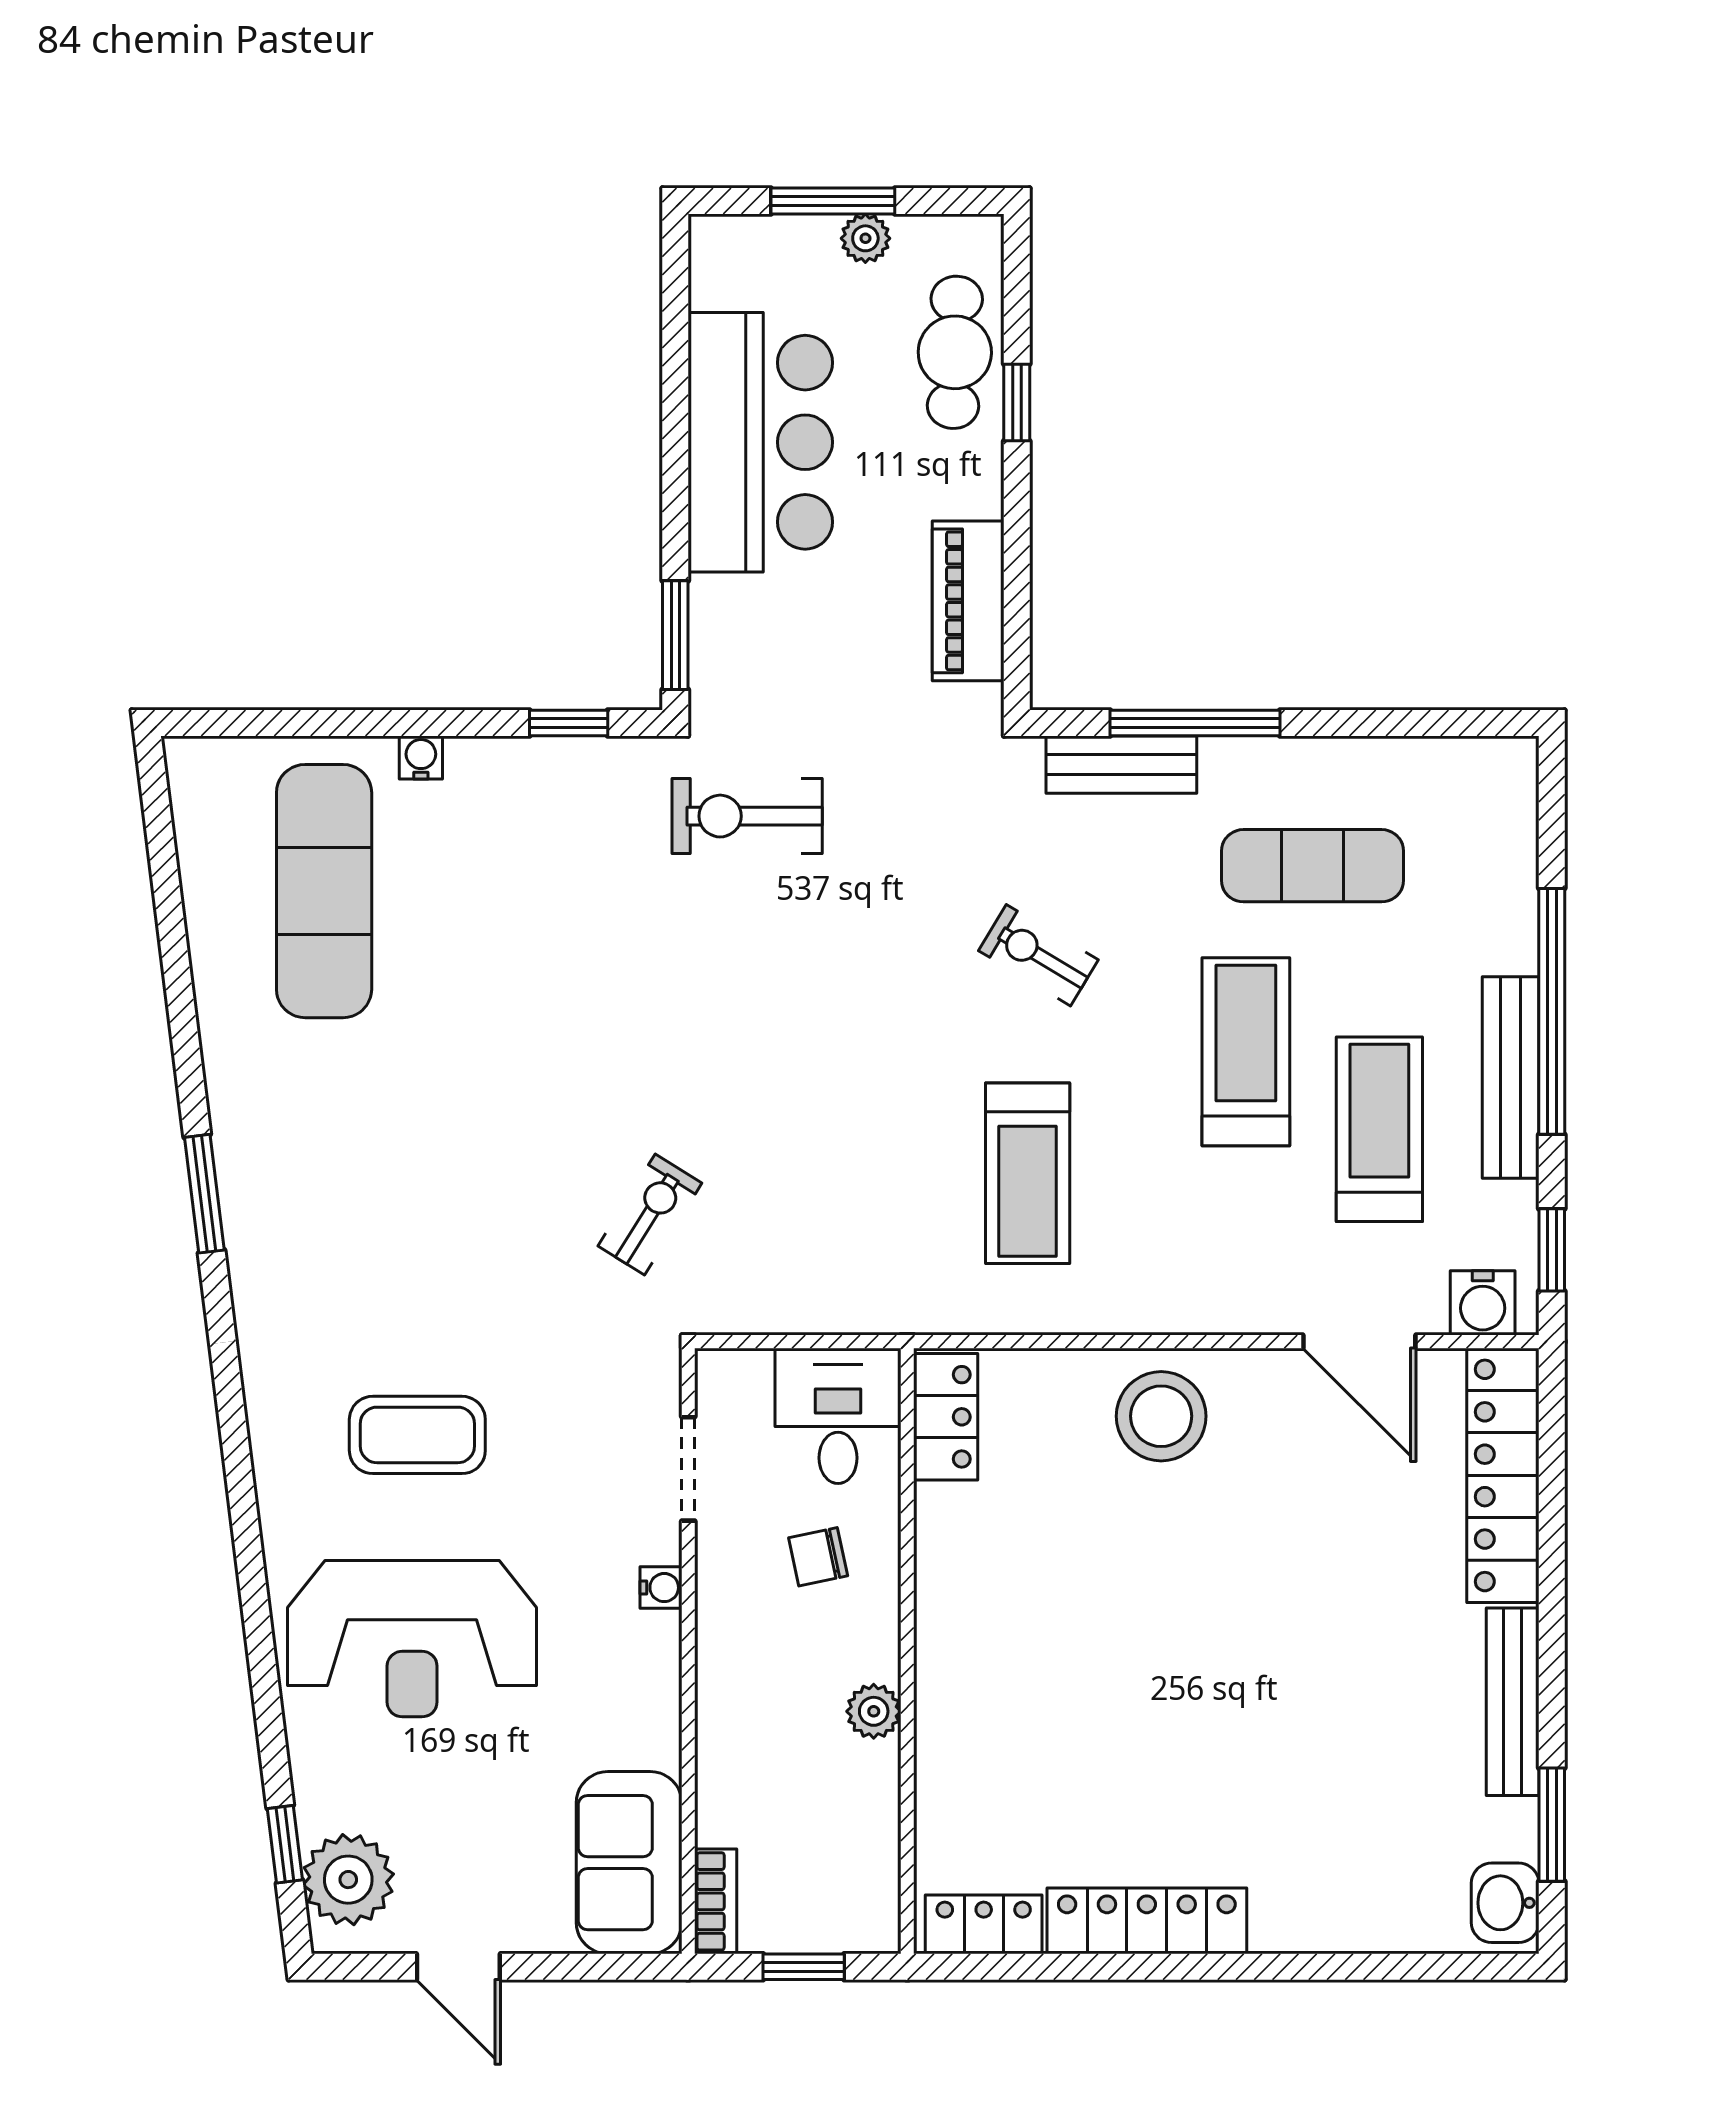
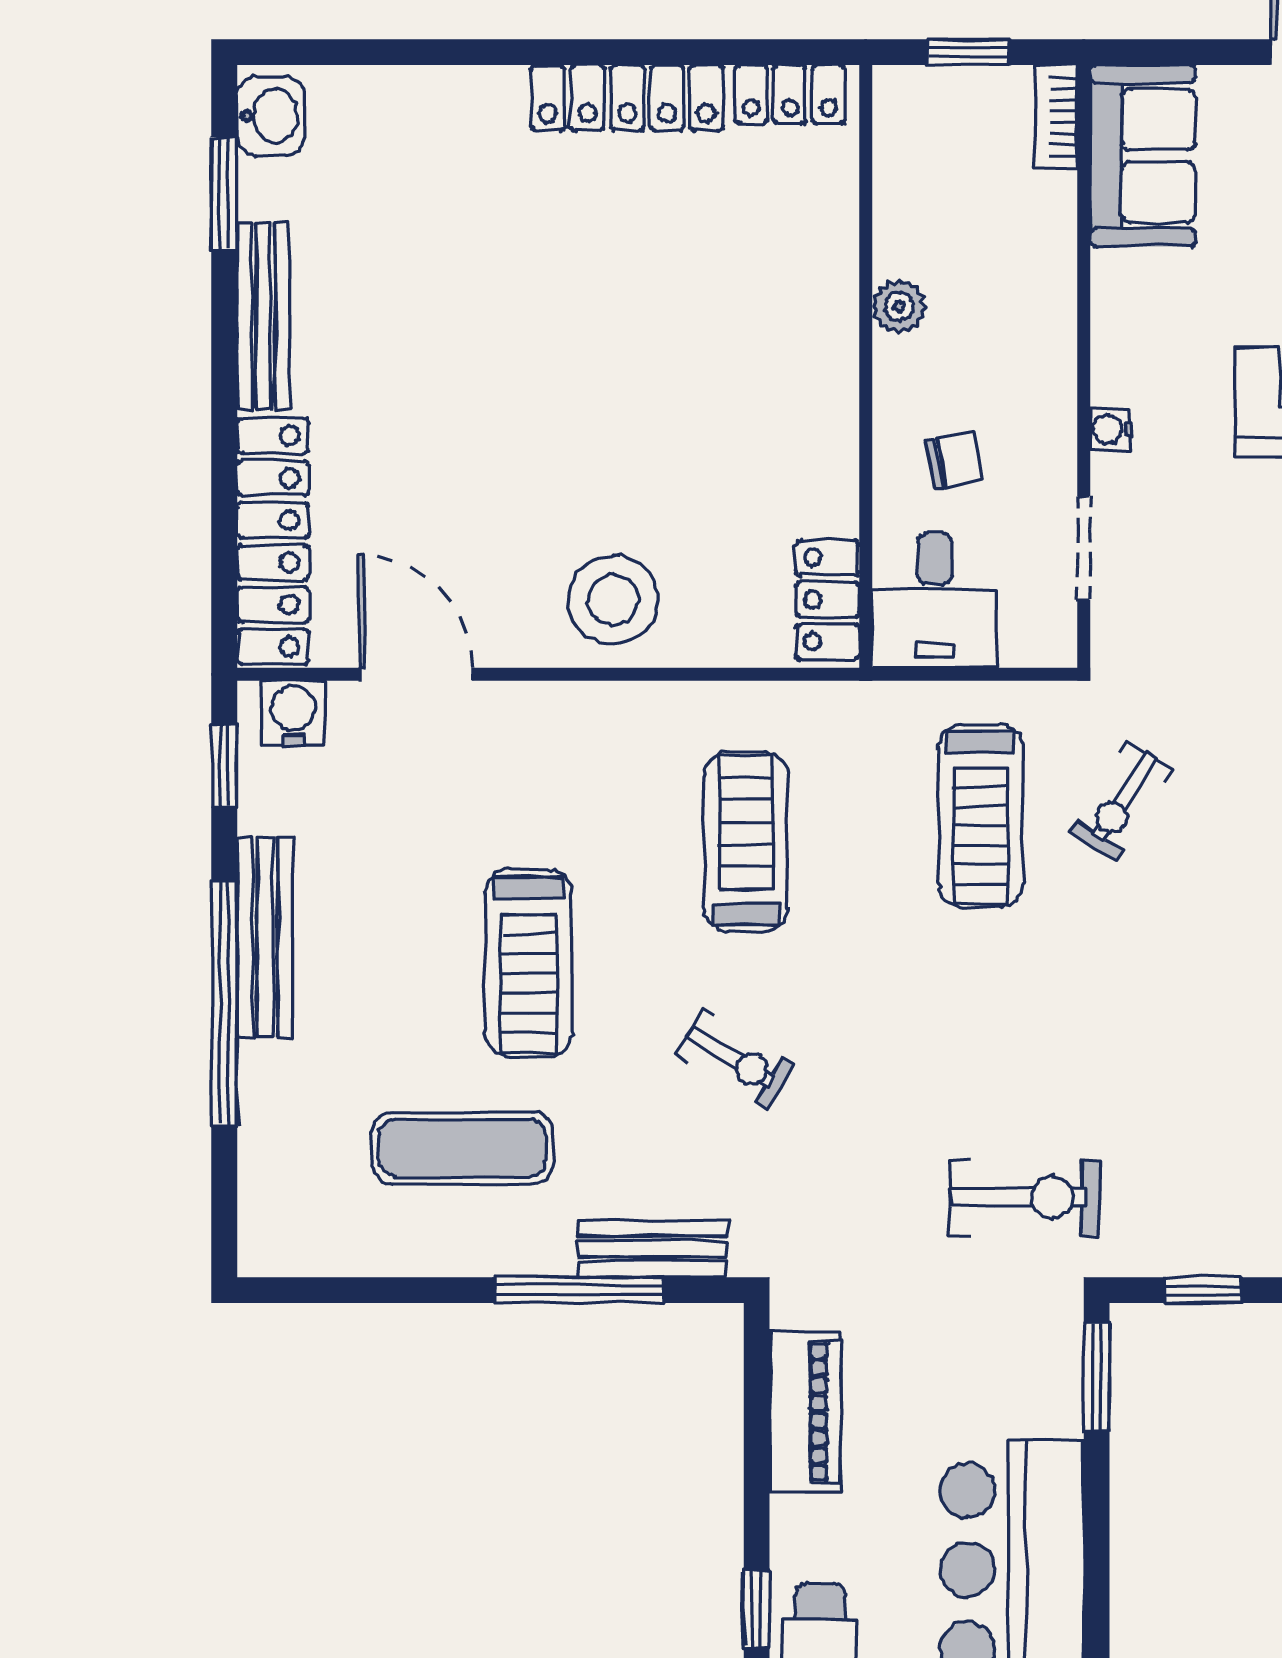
treadmill: (1379, 1129) -> (981, 816), moved

